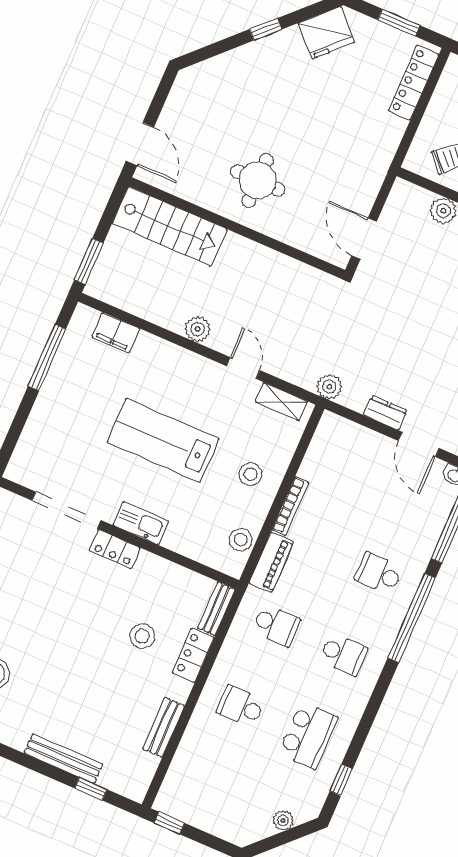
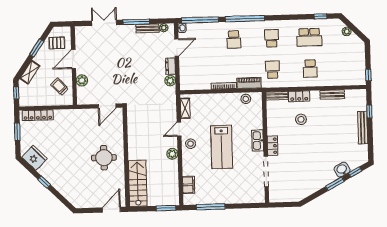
plant: (329, 387) -> (170, 81), moved
stool: (250, 474) -> (191, 144), moved
school desk: (308, 736) -> (309, 37), turned 180

